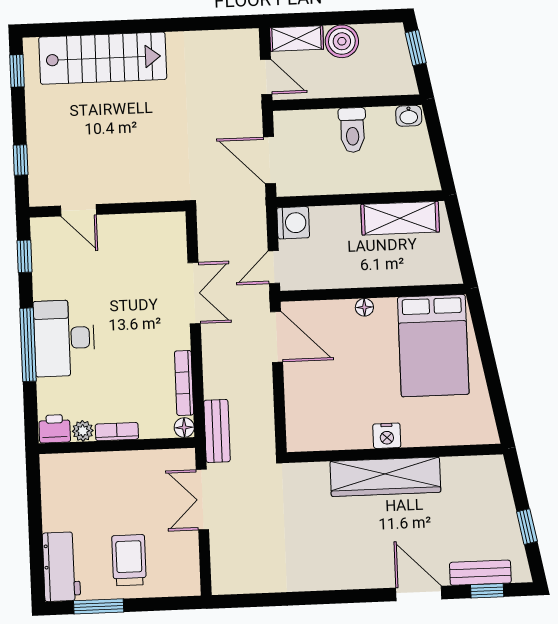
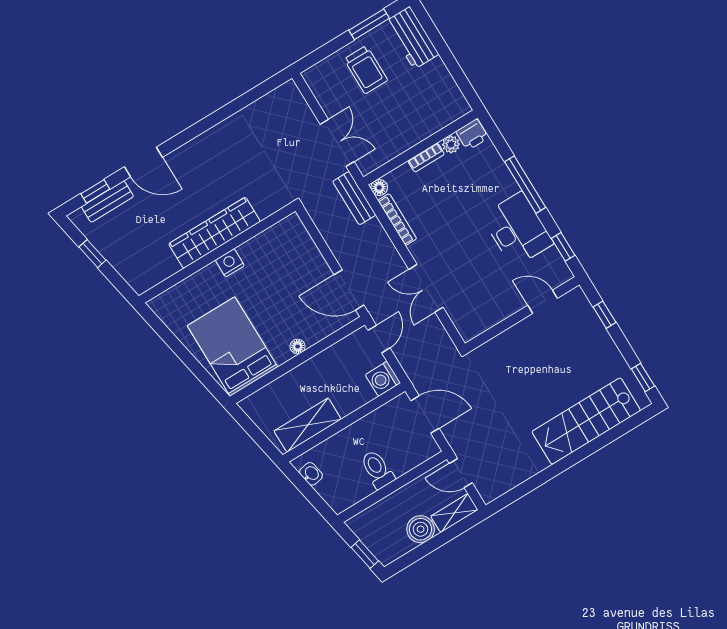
washbasin: (409, 116) -> (311, 474), moved, turned 79
desk: (64, 338) -> (517, 230), moved

